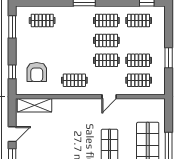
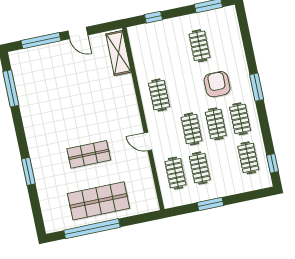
clothes rail: (42, 20) -> (199, 46), moved
armchair: (37, 72) -> (217, 84), moved, turned 90

